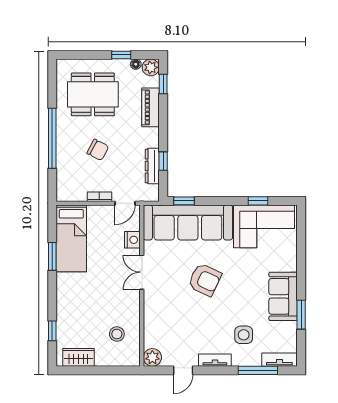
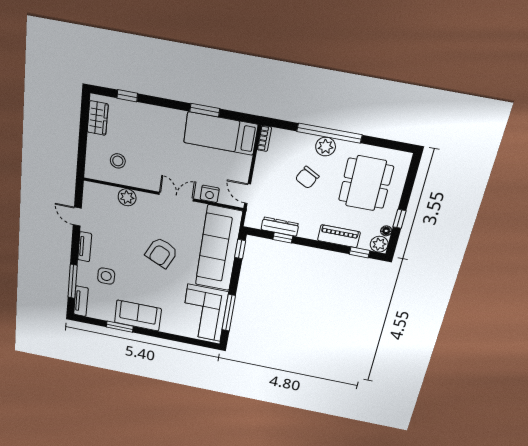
plant: (65, 139) -> (326, 147), added
bookcase: (99, 197) -> (264, 138), moved
window: (258, 201) -> (229, 313), width x2.17
plant: (152, 357) -> (127, 197), moved

